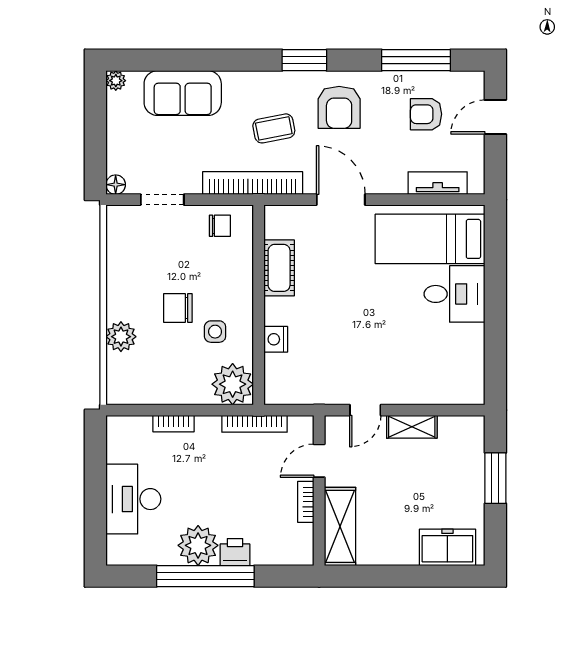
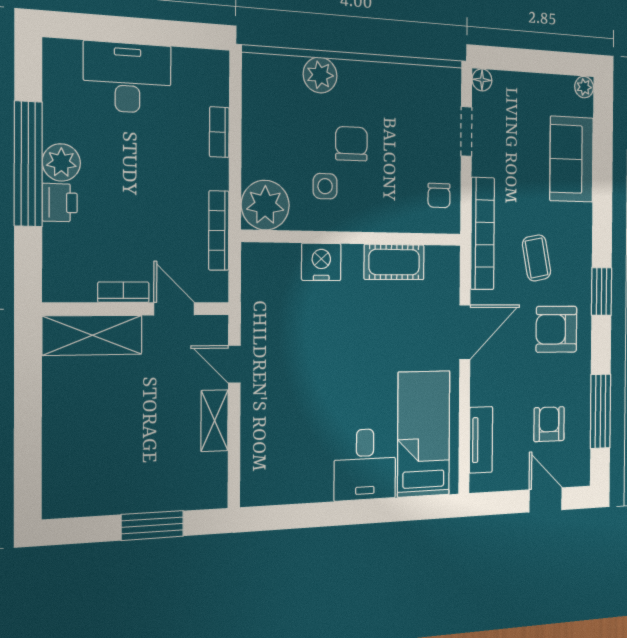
nightstand: (276, 339) -> (321, 262), width x1.36, depth x1.33
plant: (198, 545) -> (61, 162), width x0.73, depth x0.73
freezer: (447, 547) -> (65, 471), removed

